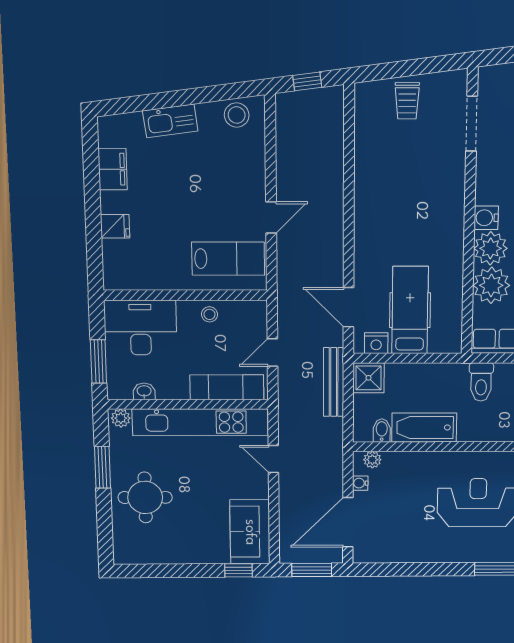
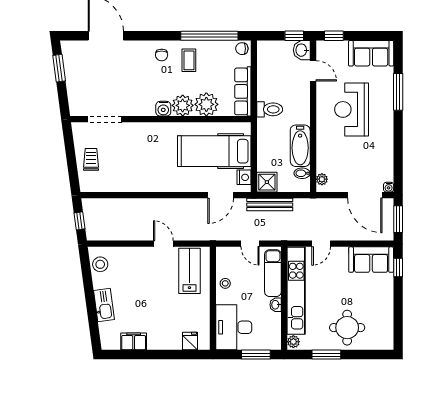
trolley: (407, 101) -> (91, 159), turned -90
fridge: (115, 226) -> (190, 341), moved
hospital bed: (410, 310) -> (214, 151), width x1.37, depth x1.29
washbasin: (144, 391) -> (276, 305), moved
water cooler: (360, 483) -> (389, 187), moved

